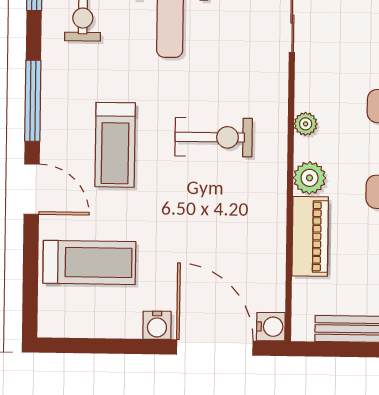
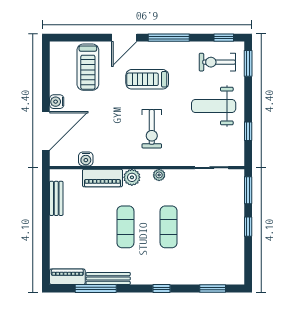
water cooler: (271, 327) -> (86, 159), moved

